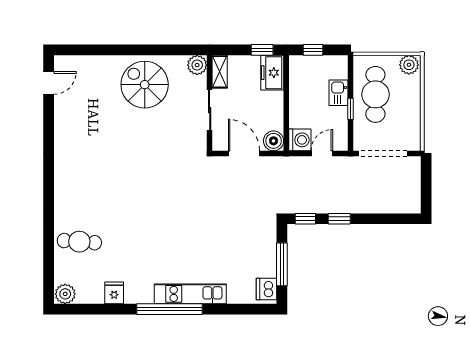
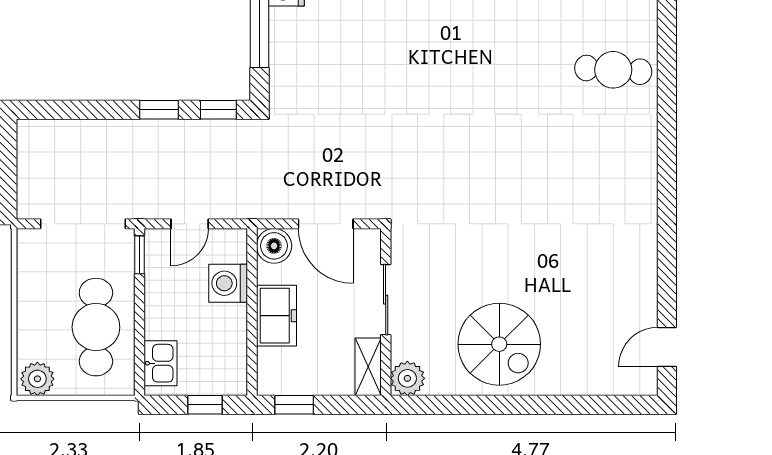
freezer: (272, 73) -> (276, 316), moved
kitchen sink: (339, 93) -> (160, 363), moved
window: (351, 109) -> (139, 255), moved
washing machine: (300, 140) -> (228, 283), moved

